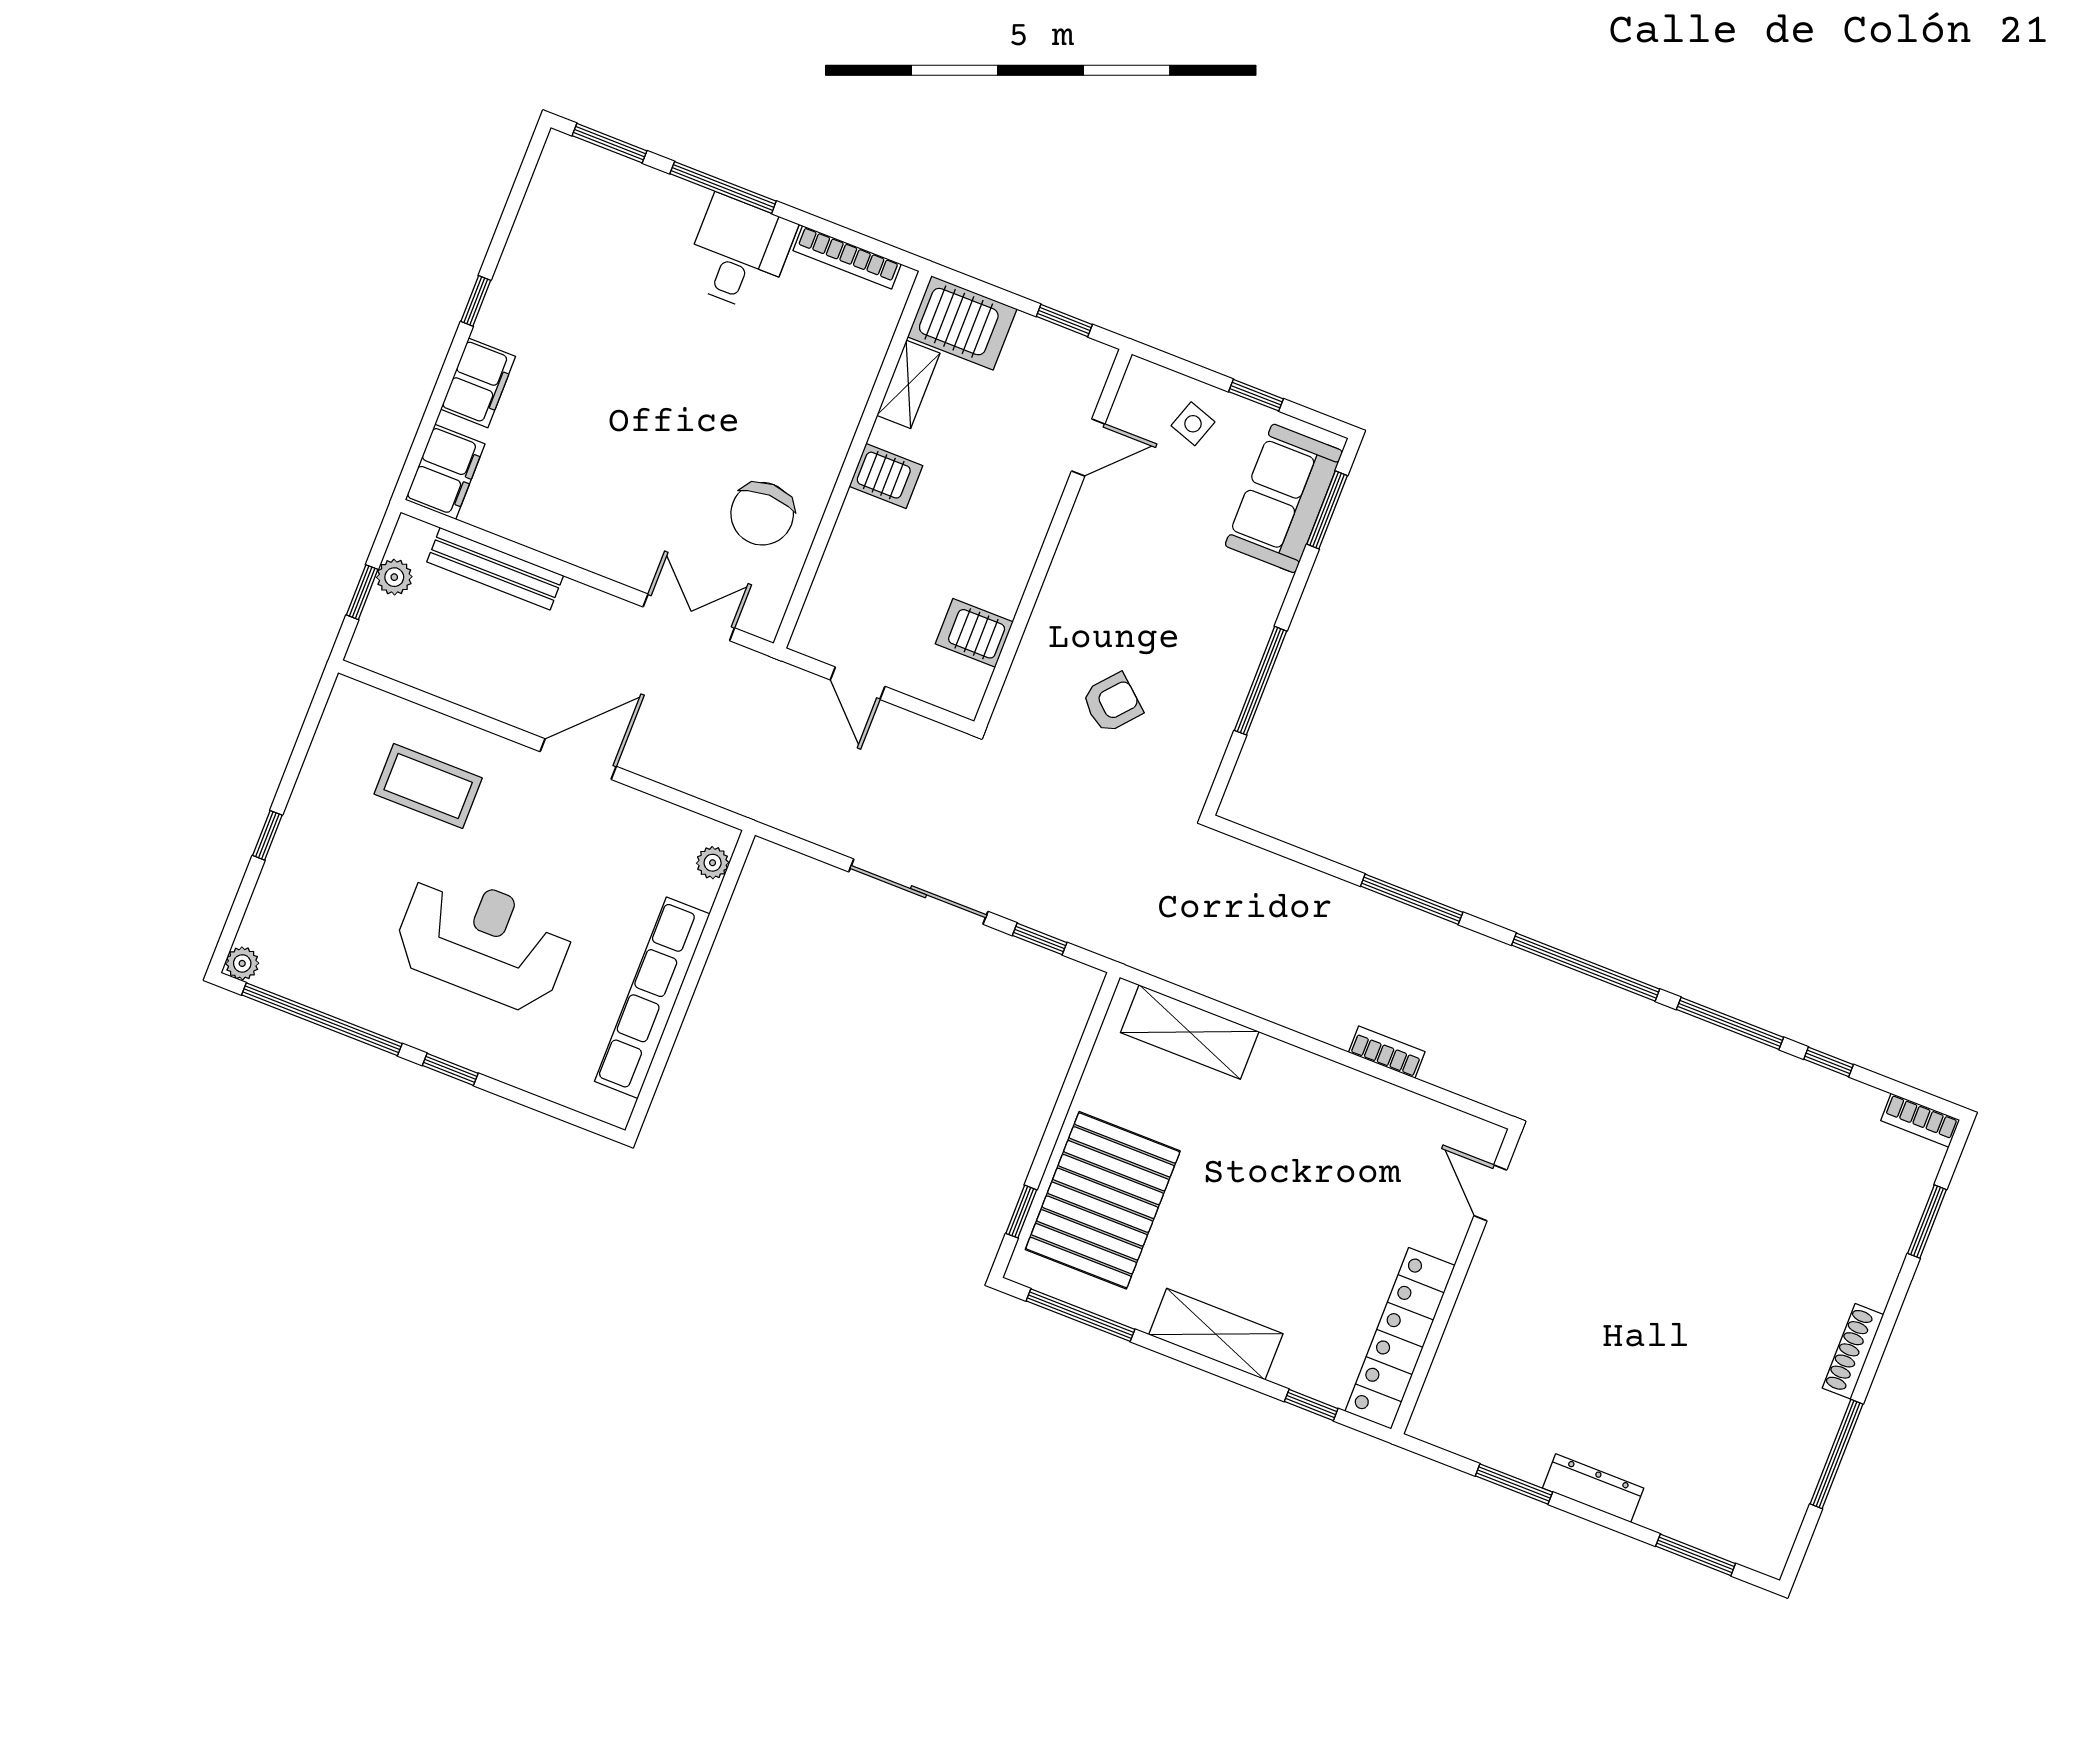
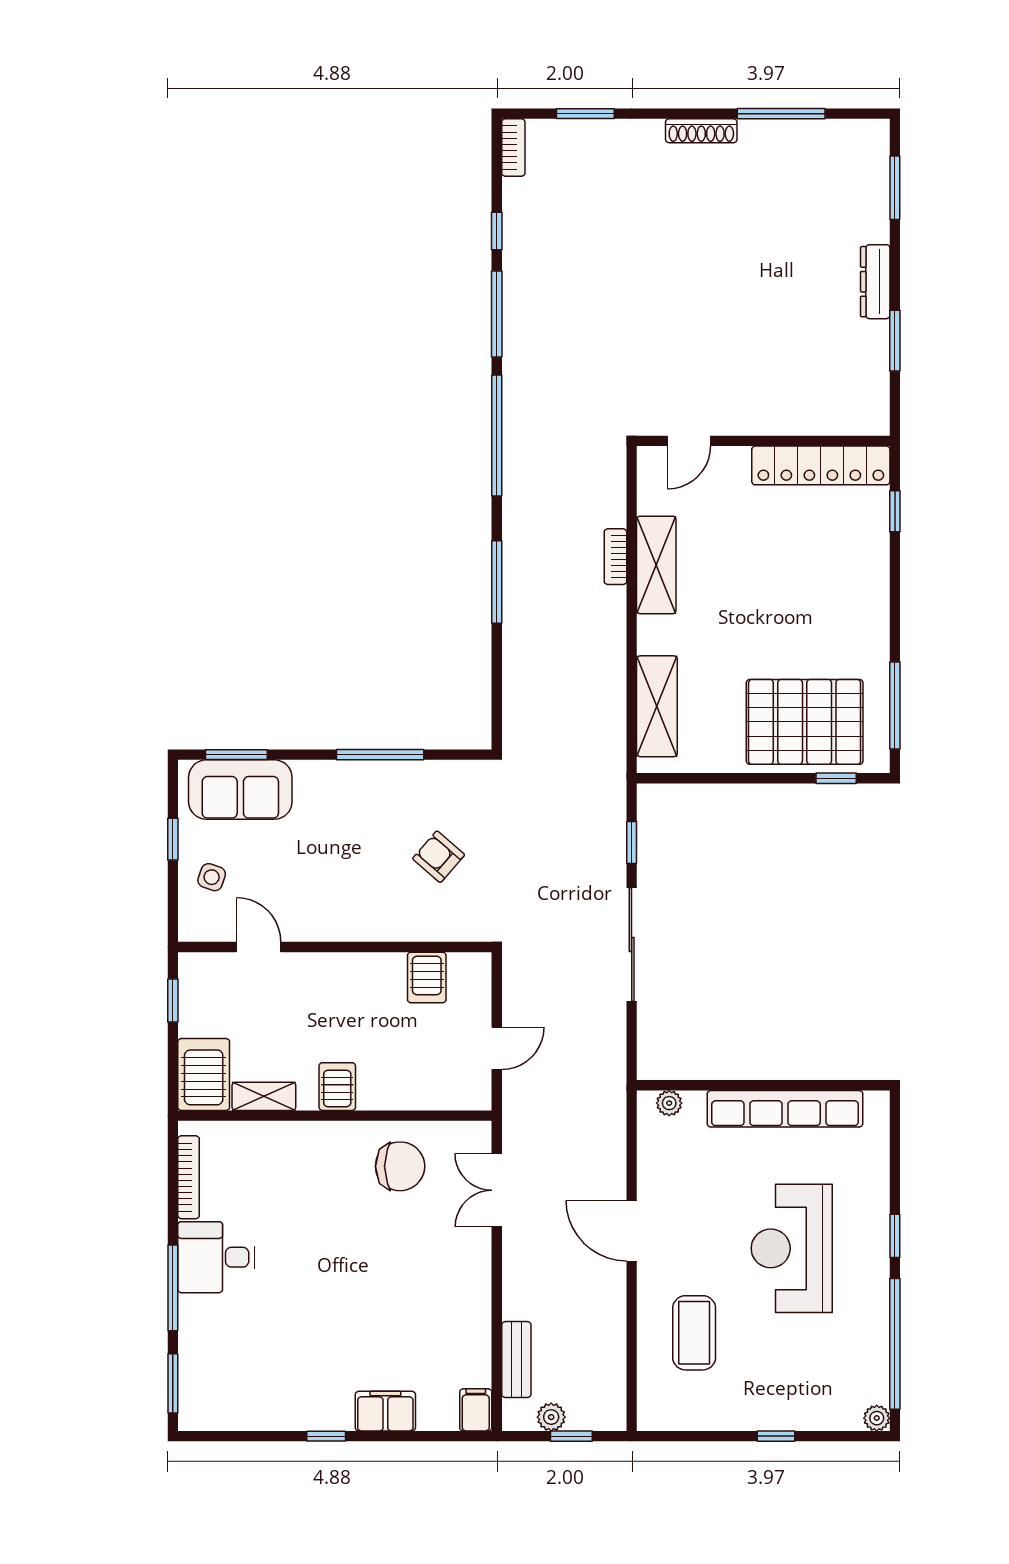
filing cabinet: (445, 472) -> (476, 1410), width x0.50
bench: (495, 569) -> (516, 1360), width x0.73
shelving: (1216, 1334) -> (656, 565), moved

